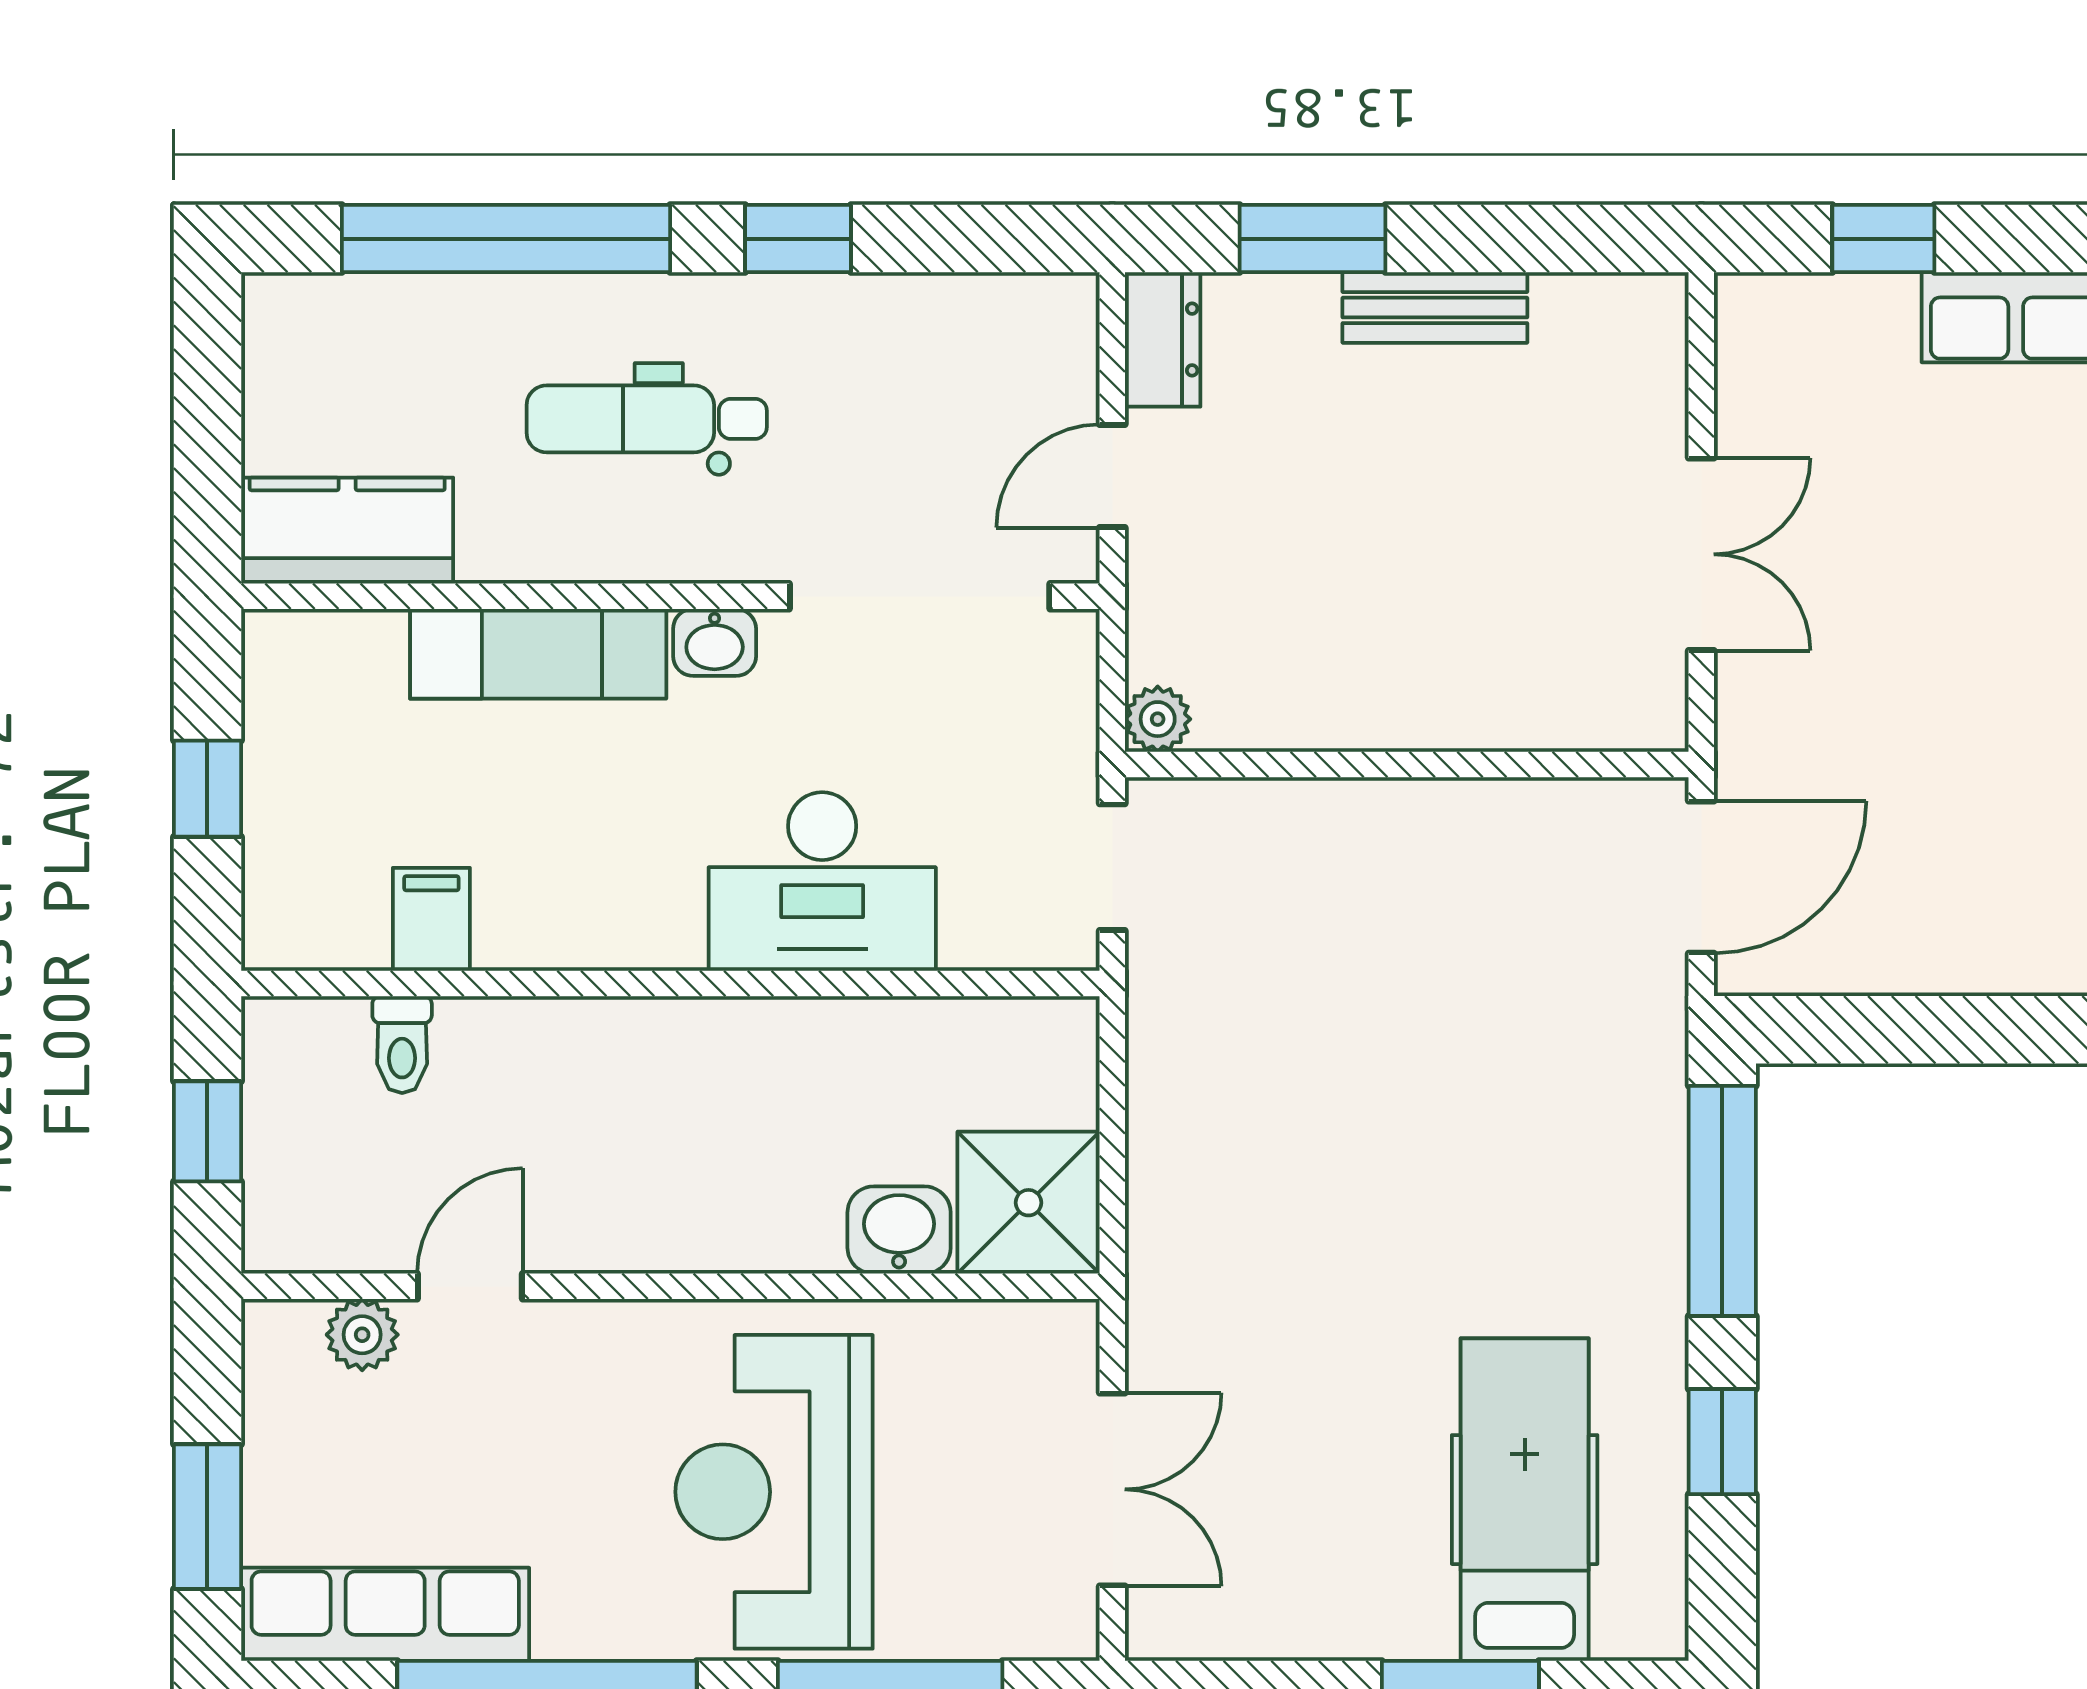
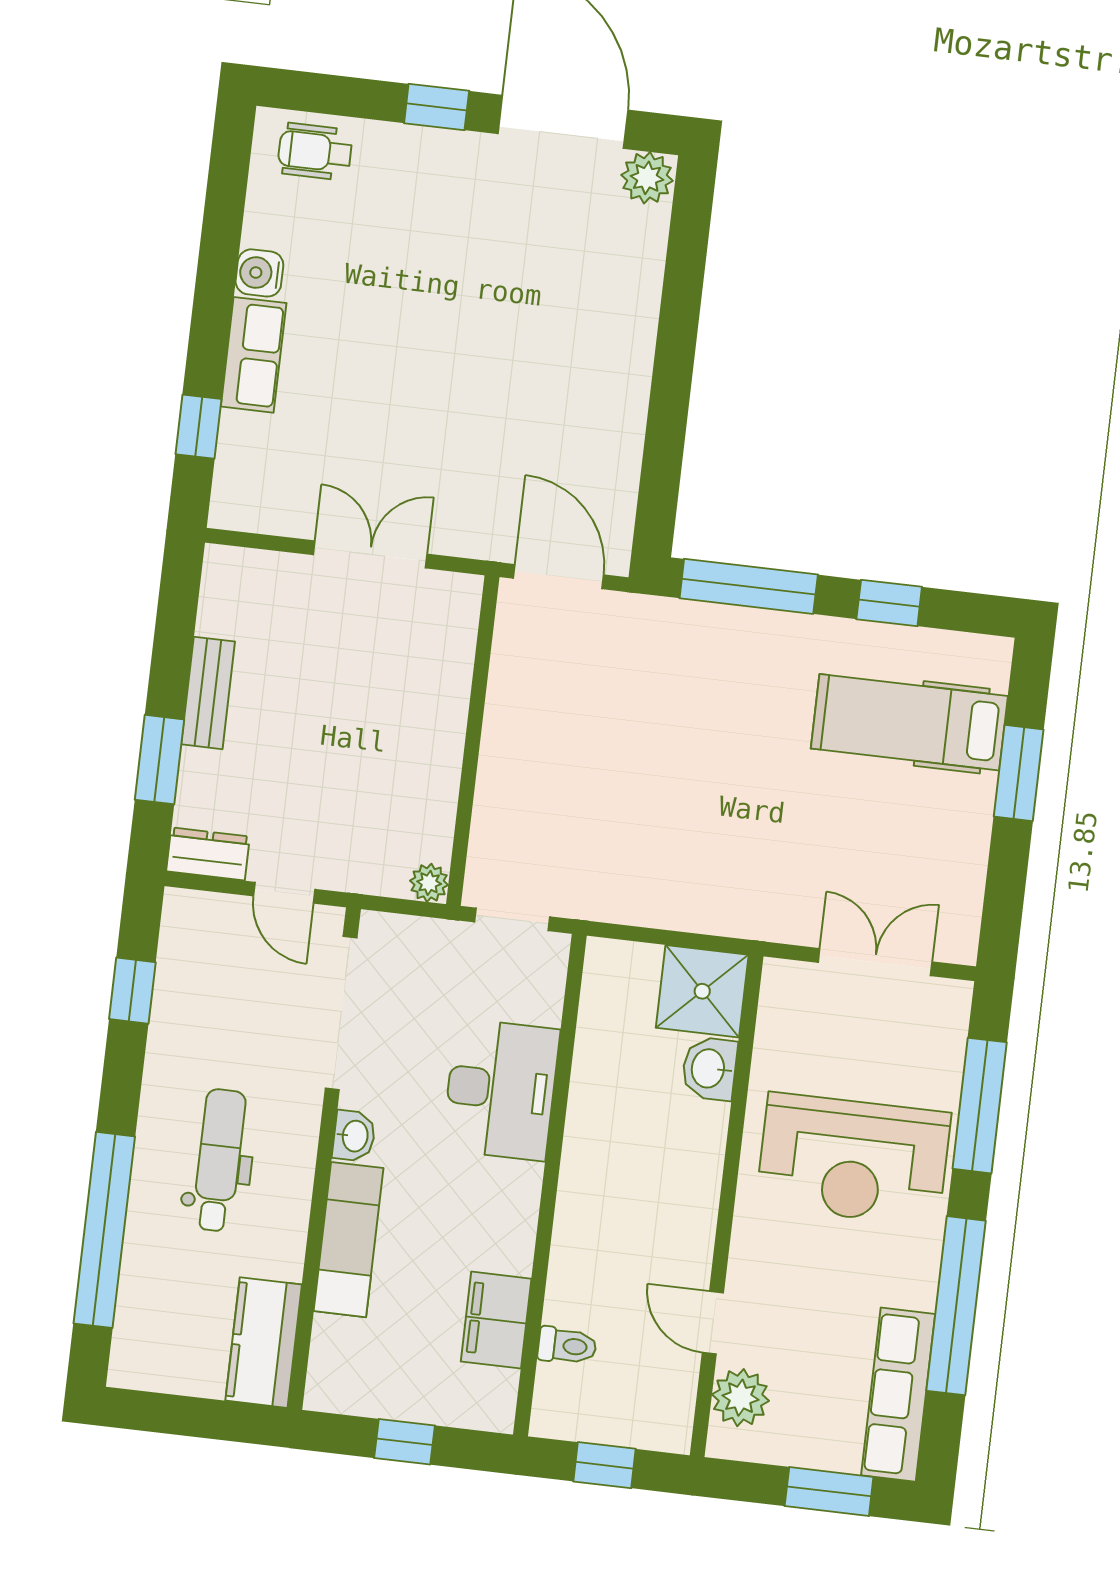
window: (798, 239) -> (132, 991), moved
dental chair: (647, 419) -> (219, 1160), turned 180
filing cabinet: (431, 919) -> (496, 1320), width x2.00
plant: (362, 1335) -> (740, 1398), width x1.38, depth x1.38

